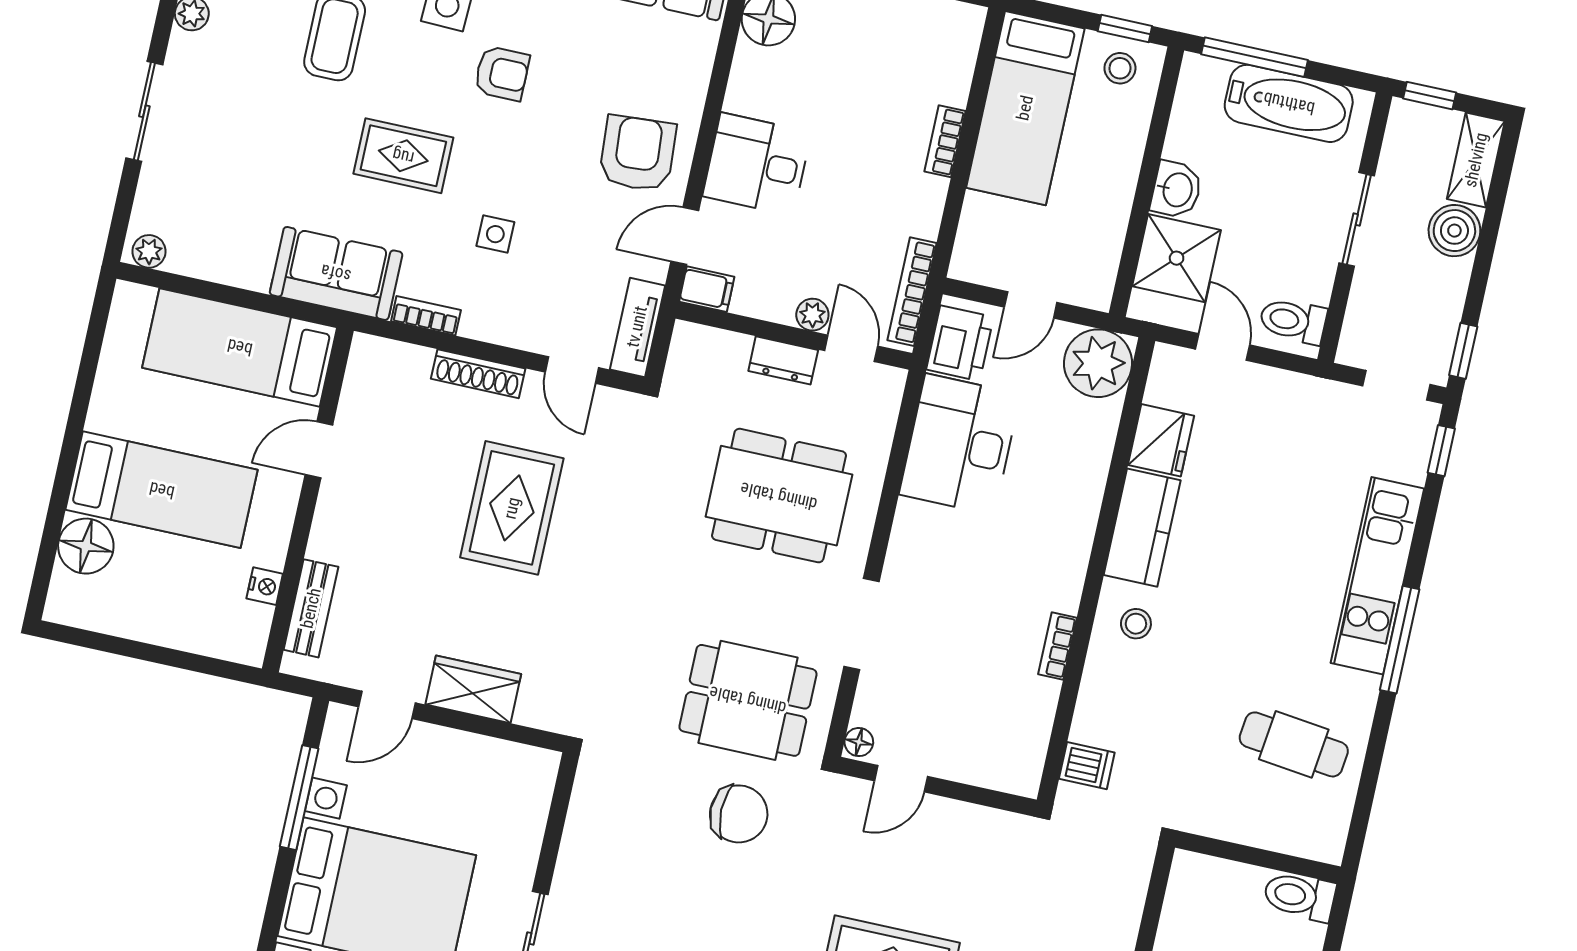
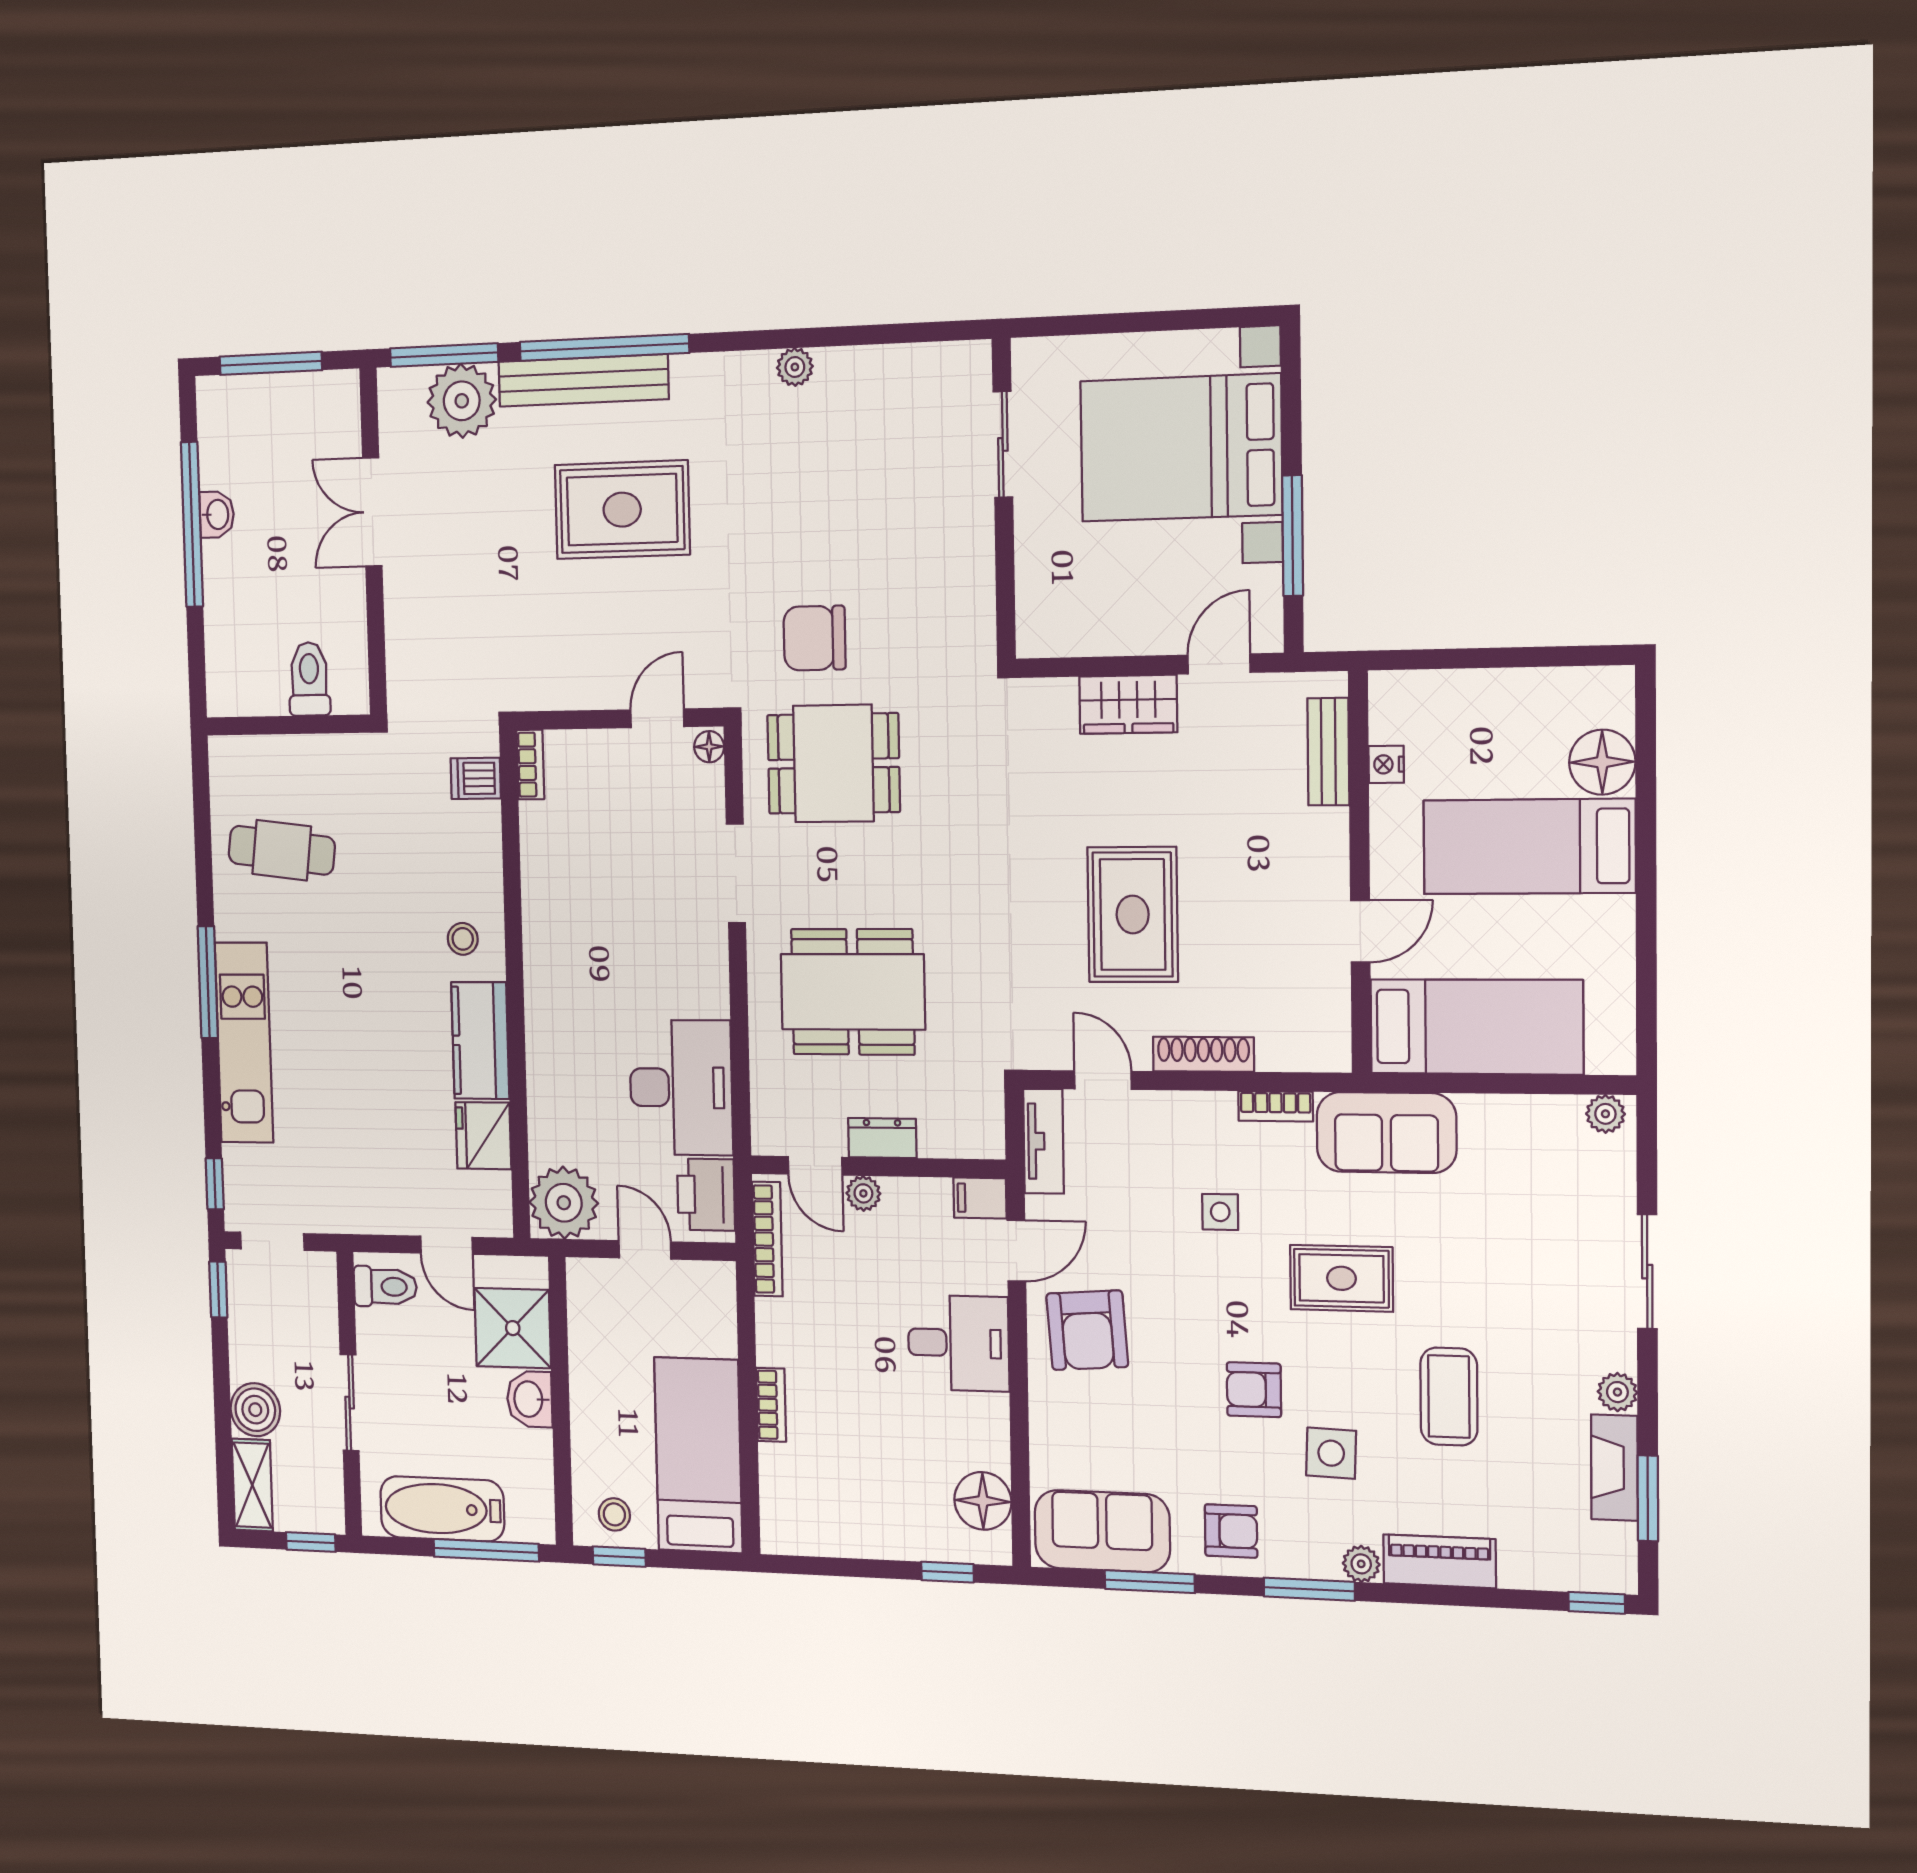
door: (1031, 305) -> (645, 1250), hinge flipped
bookcase: (1058, 646) -> (530, 765), moved
toilet: (1299, 896) -> (309, 679), moved, turned -90

